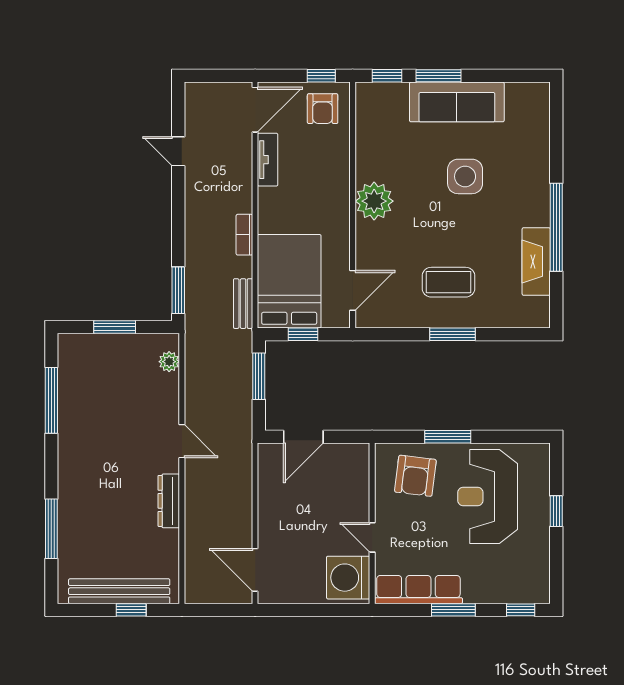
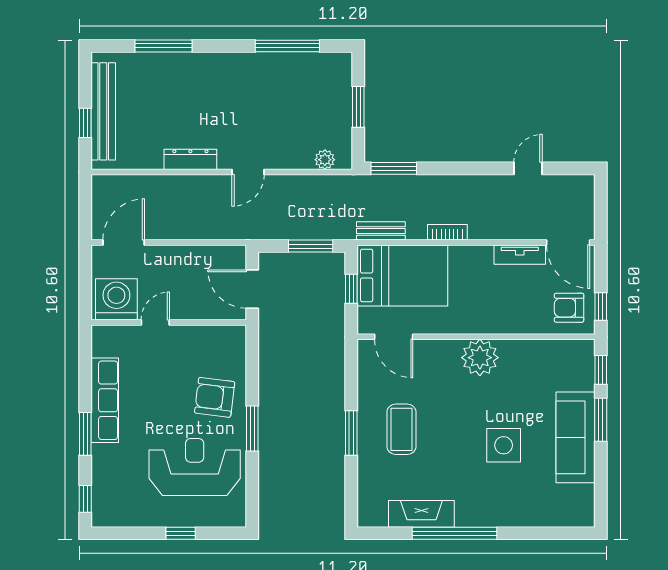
wall: (372, 523) -> (169, 323), moved
door: (372, 537) -> (155, 323), moved
washing machine: (348, 578) -> (116, 299), moved

